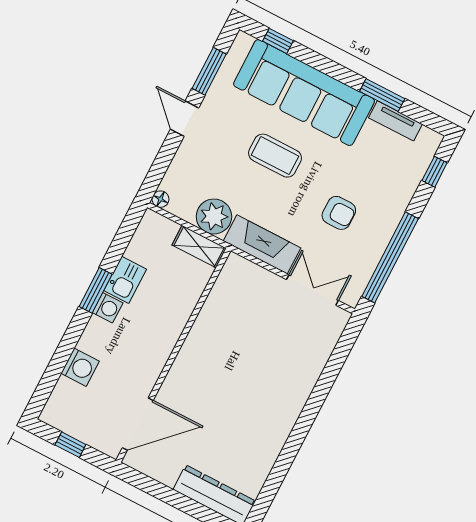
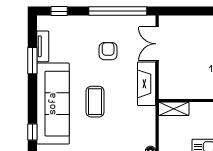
plant: (214, 216) -> (145, 117), removed
shelving: (199, 247) -> (174, 109), moved, turned 90

